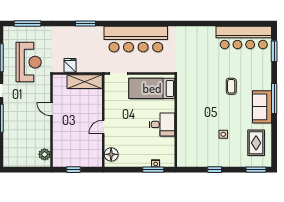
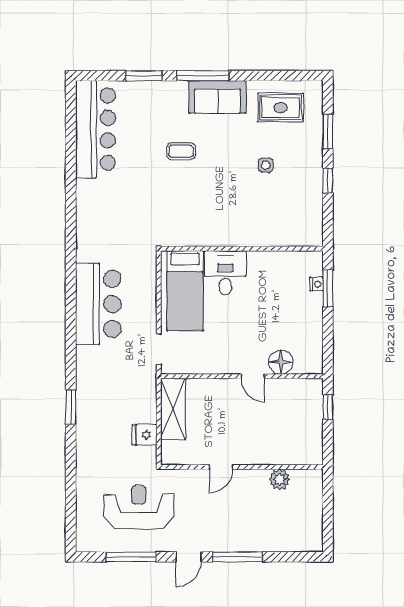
window: (27, 23) -> (71, 509), removed
bar counter: (136, 39) -> (98, 304), width x0.73
window: (274, 51) -> (144, 76), moved
desk: (162, 124) -> (225, 273), moved
plant: (45, 154) -> (279, 479), moved
floor lamp: (111, 154) -> (281, 362), moved
window: (73, 170) -> (328, 407), moved
window: (256, 170) -> (328, 131), moved

